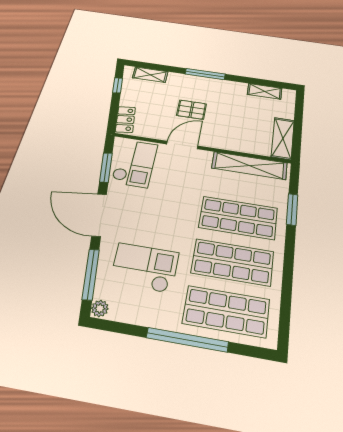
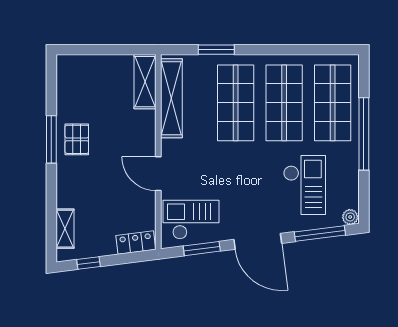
window: (205, 74) -> (51, 139), moved
shelving: (265, 91) -> (65, 91), removed
pallet: (191, 110) -> (77, 139), moved
shelving: (283, 138) -> (145, 82), moved, turned 90
door: (99, 215) -> (258, 241), hinge flipped
checkout: (145, 268) -> (305, 185), turned 180

